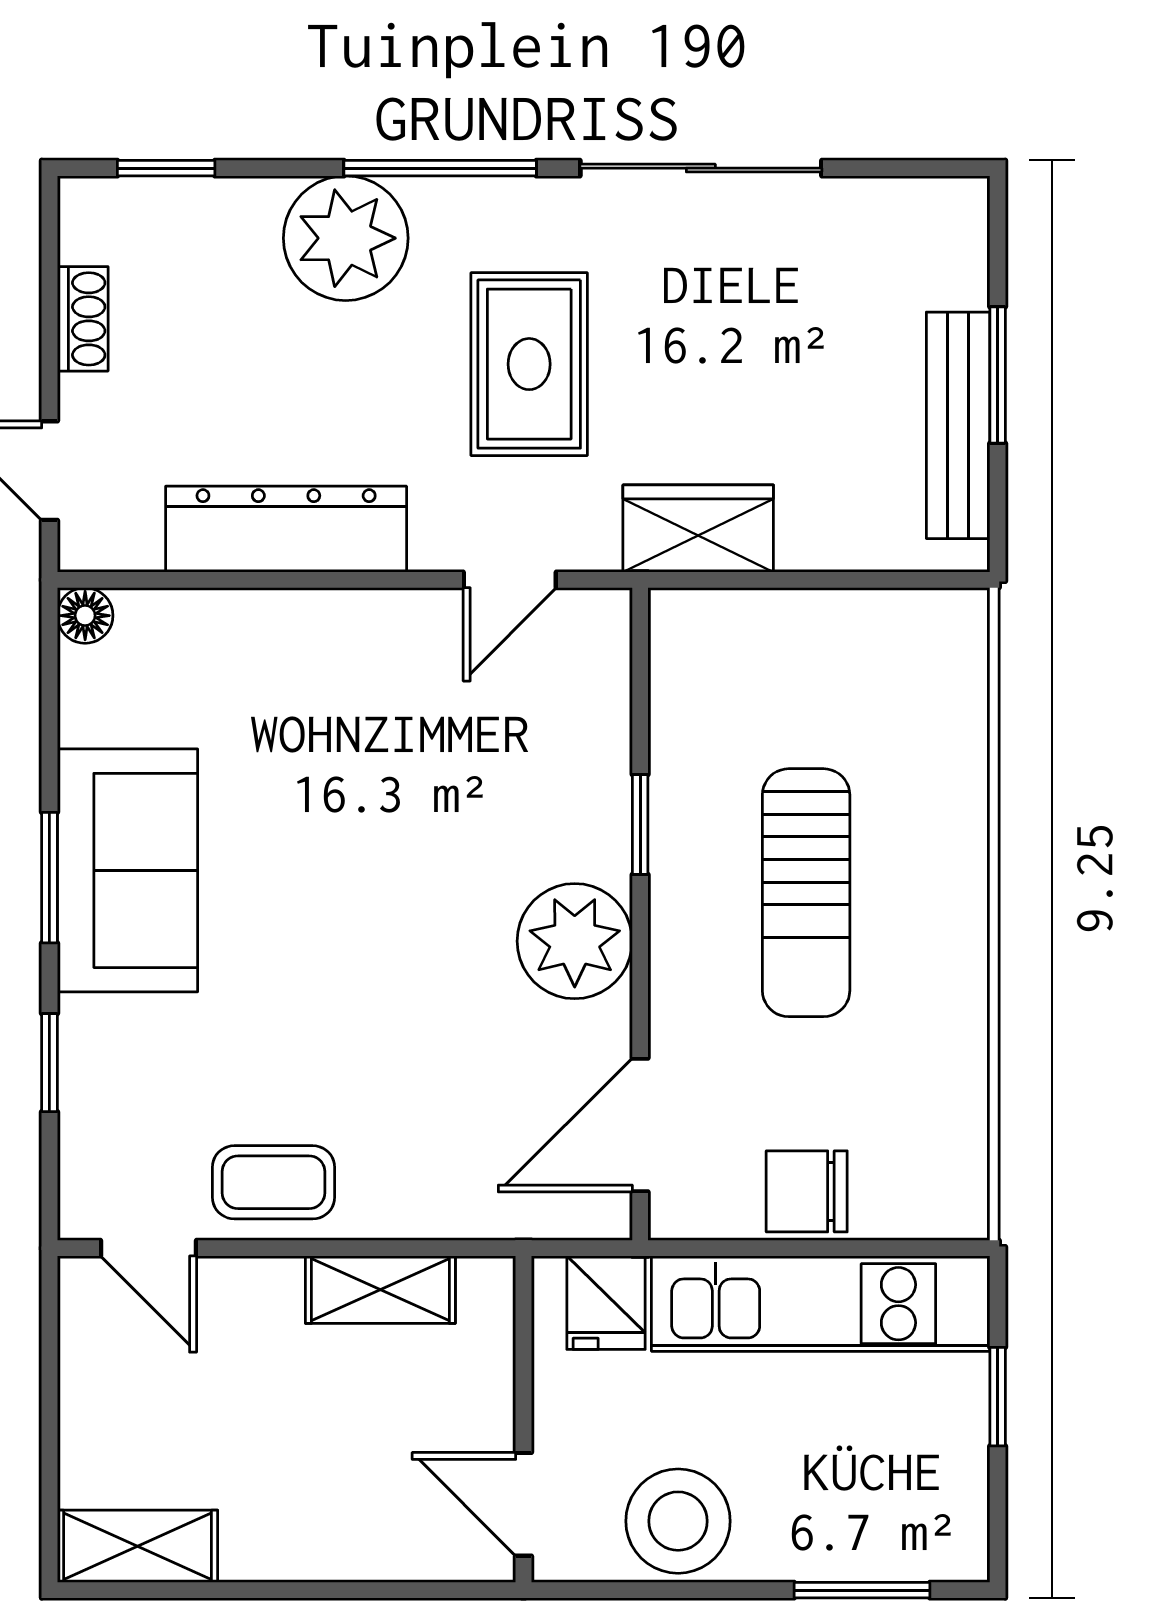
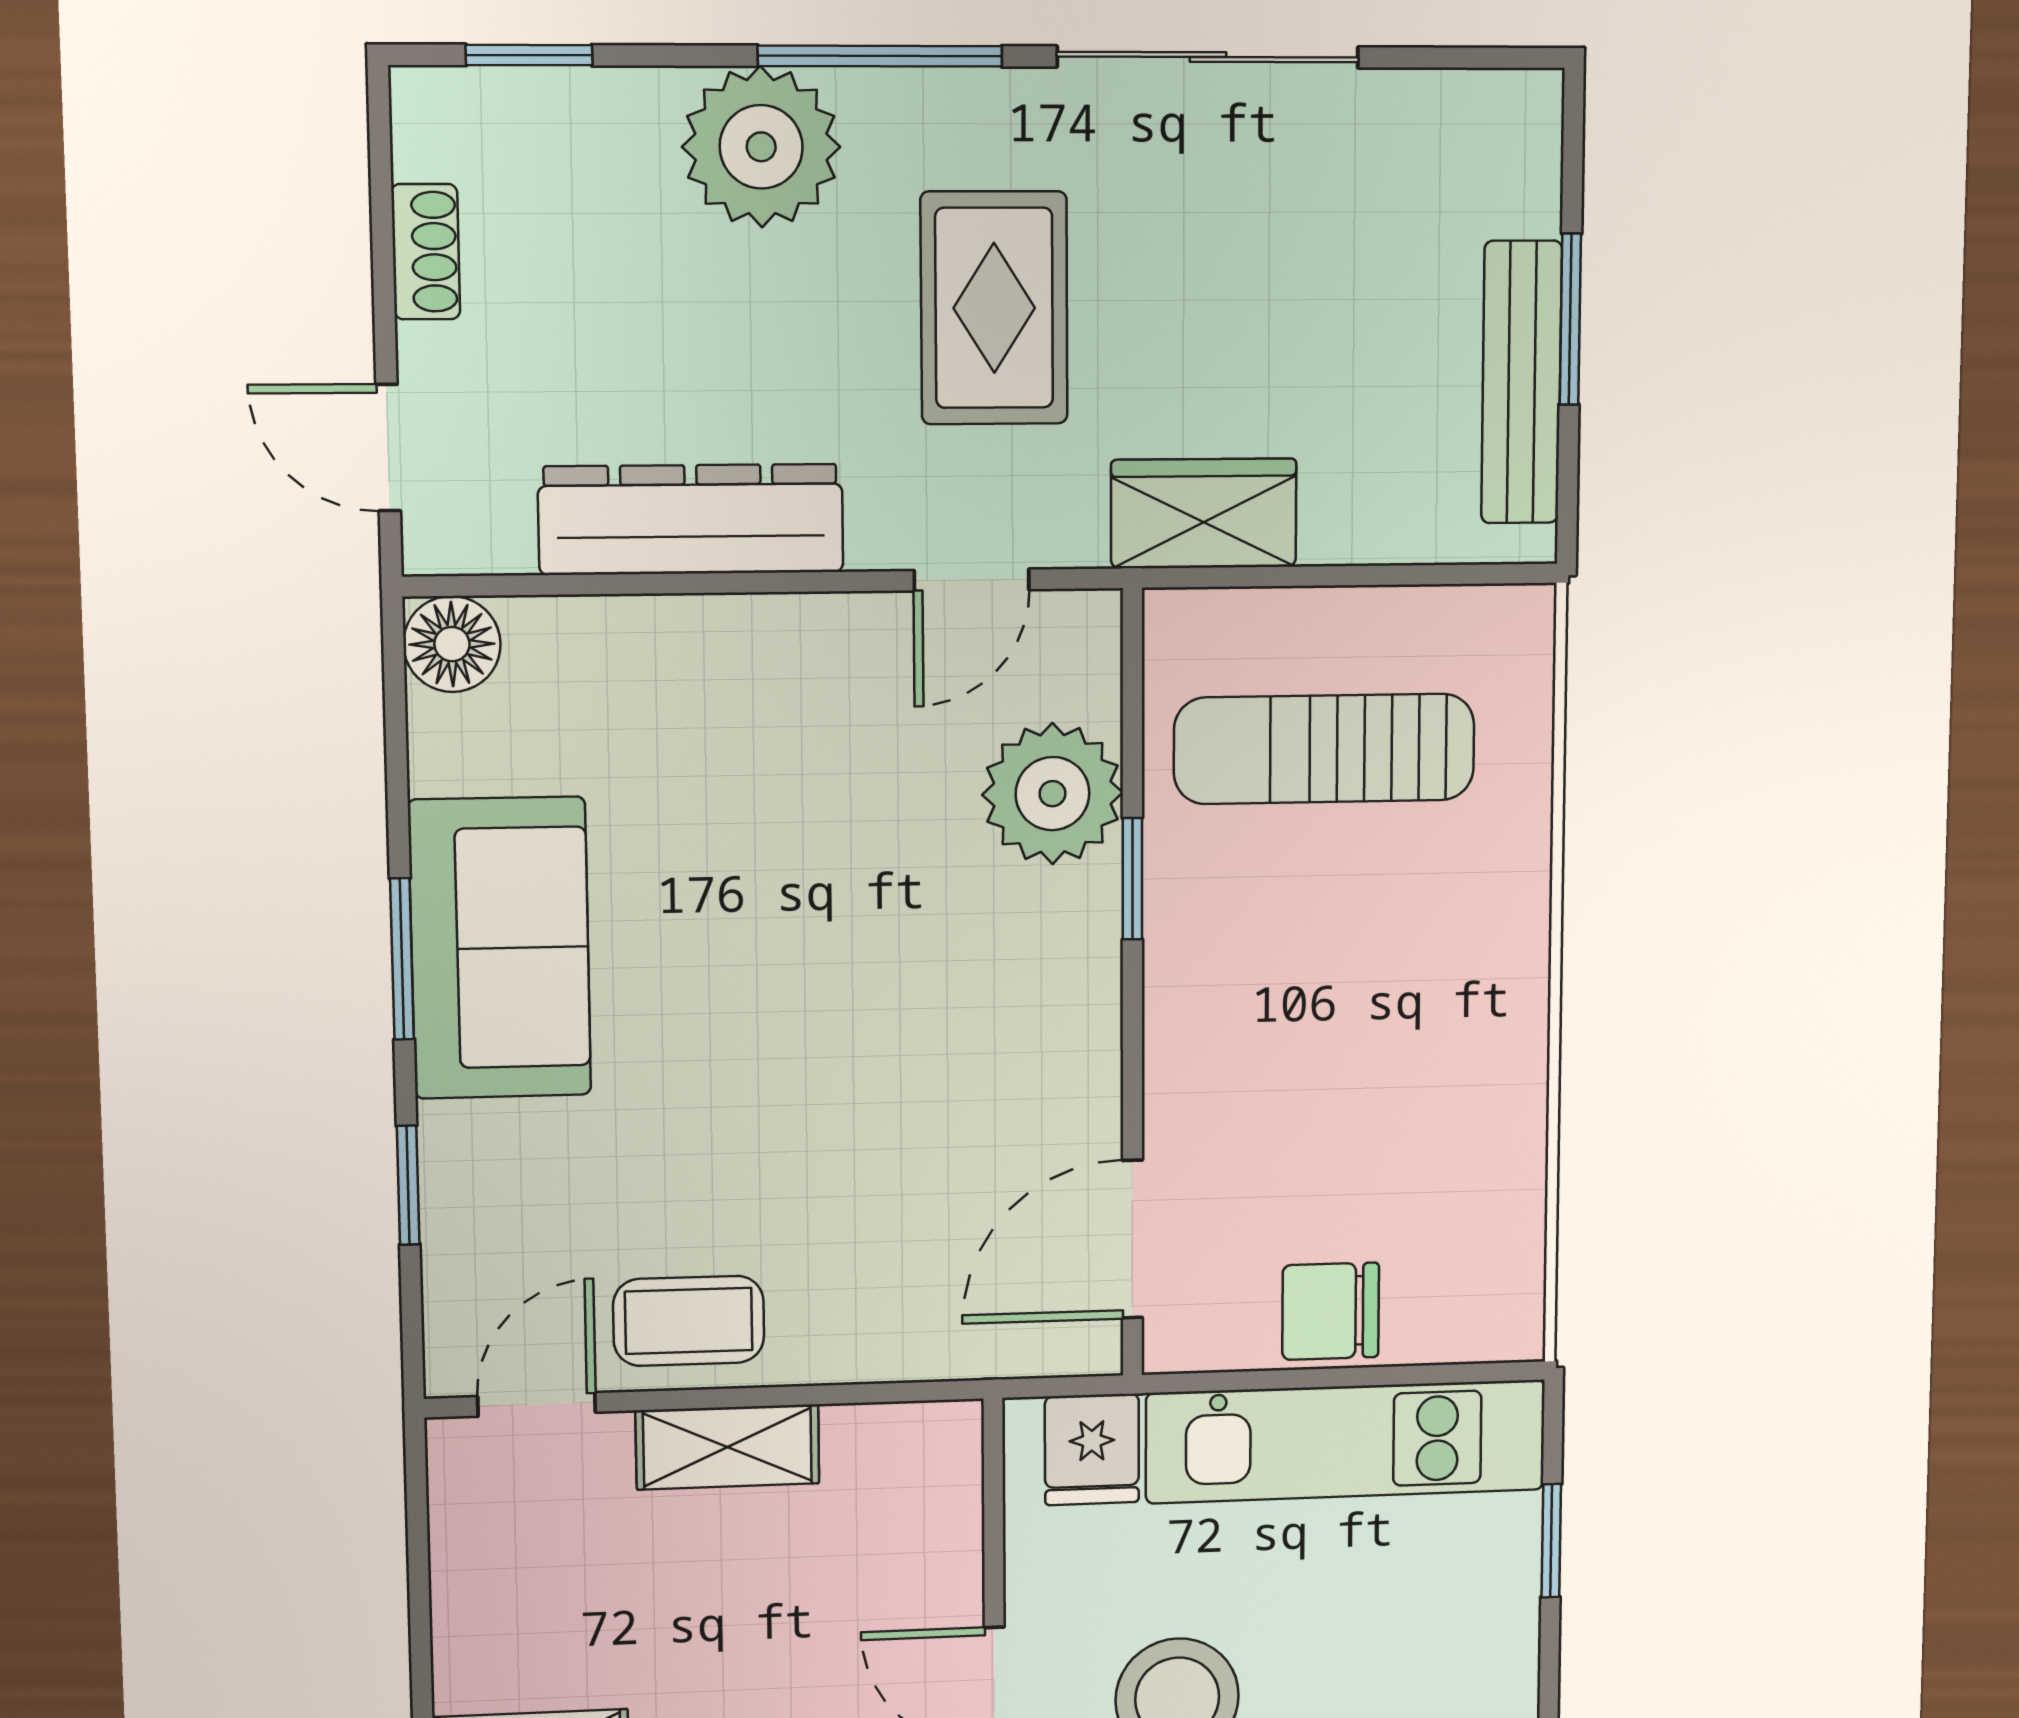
floor lamp: (85, 616) -> (452, 644), width x1.37, depth x1.37
sun lounger: (806, 893) -> (1324, 749), moved, turned 90
plant: (575, 941) -> (1052, 794), moved
door: (148, 1248) -> (537, 1404), swing flipped
shelving: (380, 1290) -> (728, 1447), moved

